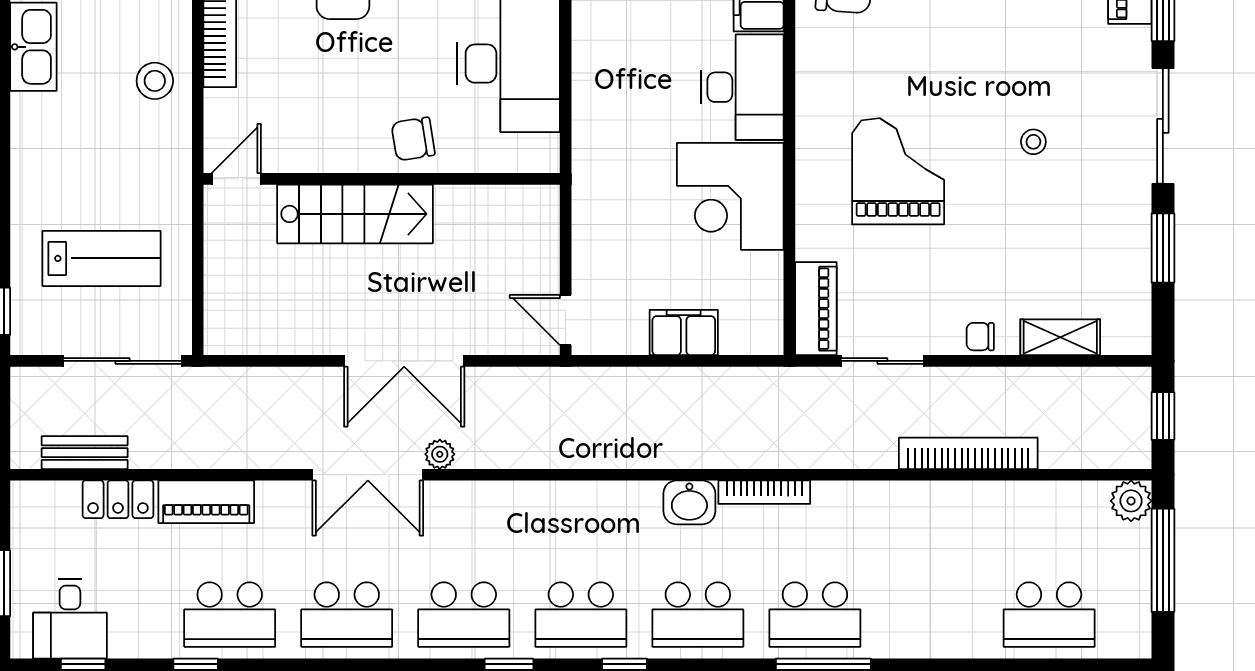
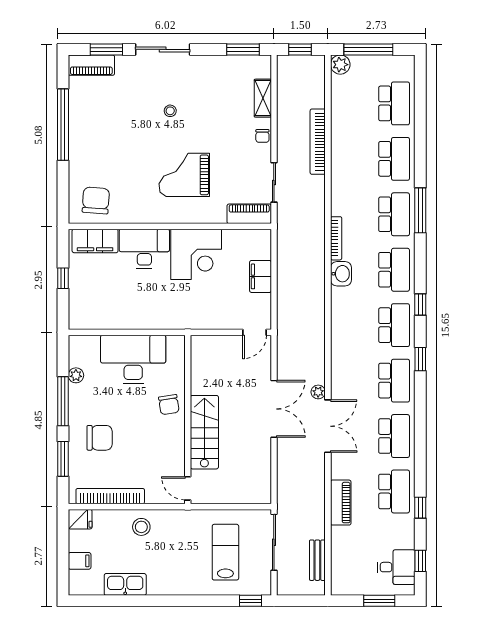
window: (1163, 248) -> (243, 49), moved
locker: (118, 499) -> (339, 544), removed
school desk: (932, 615) -> (394, 159), added

